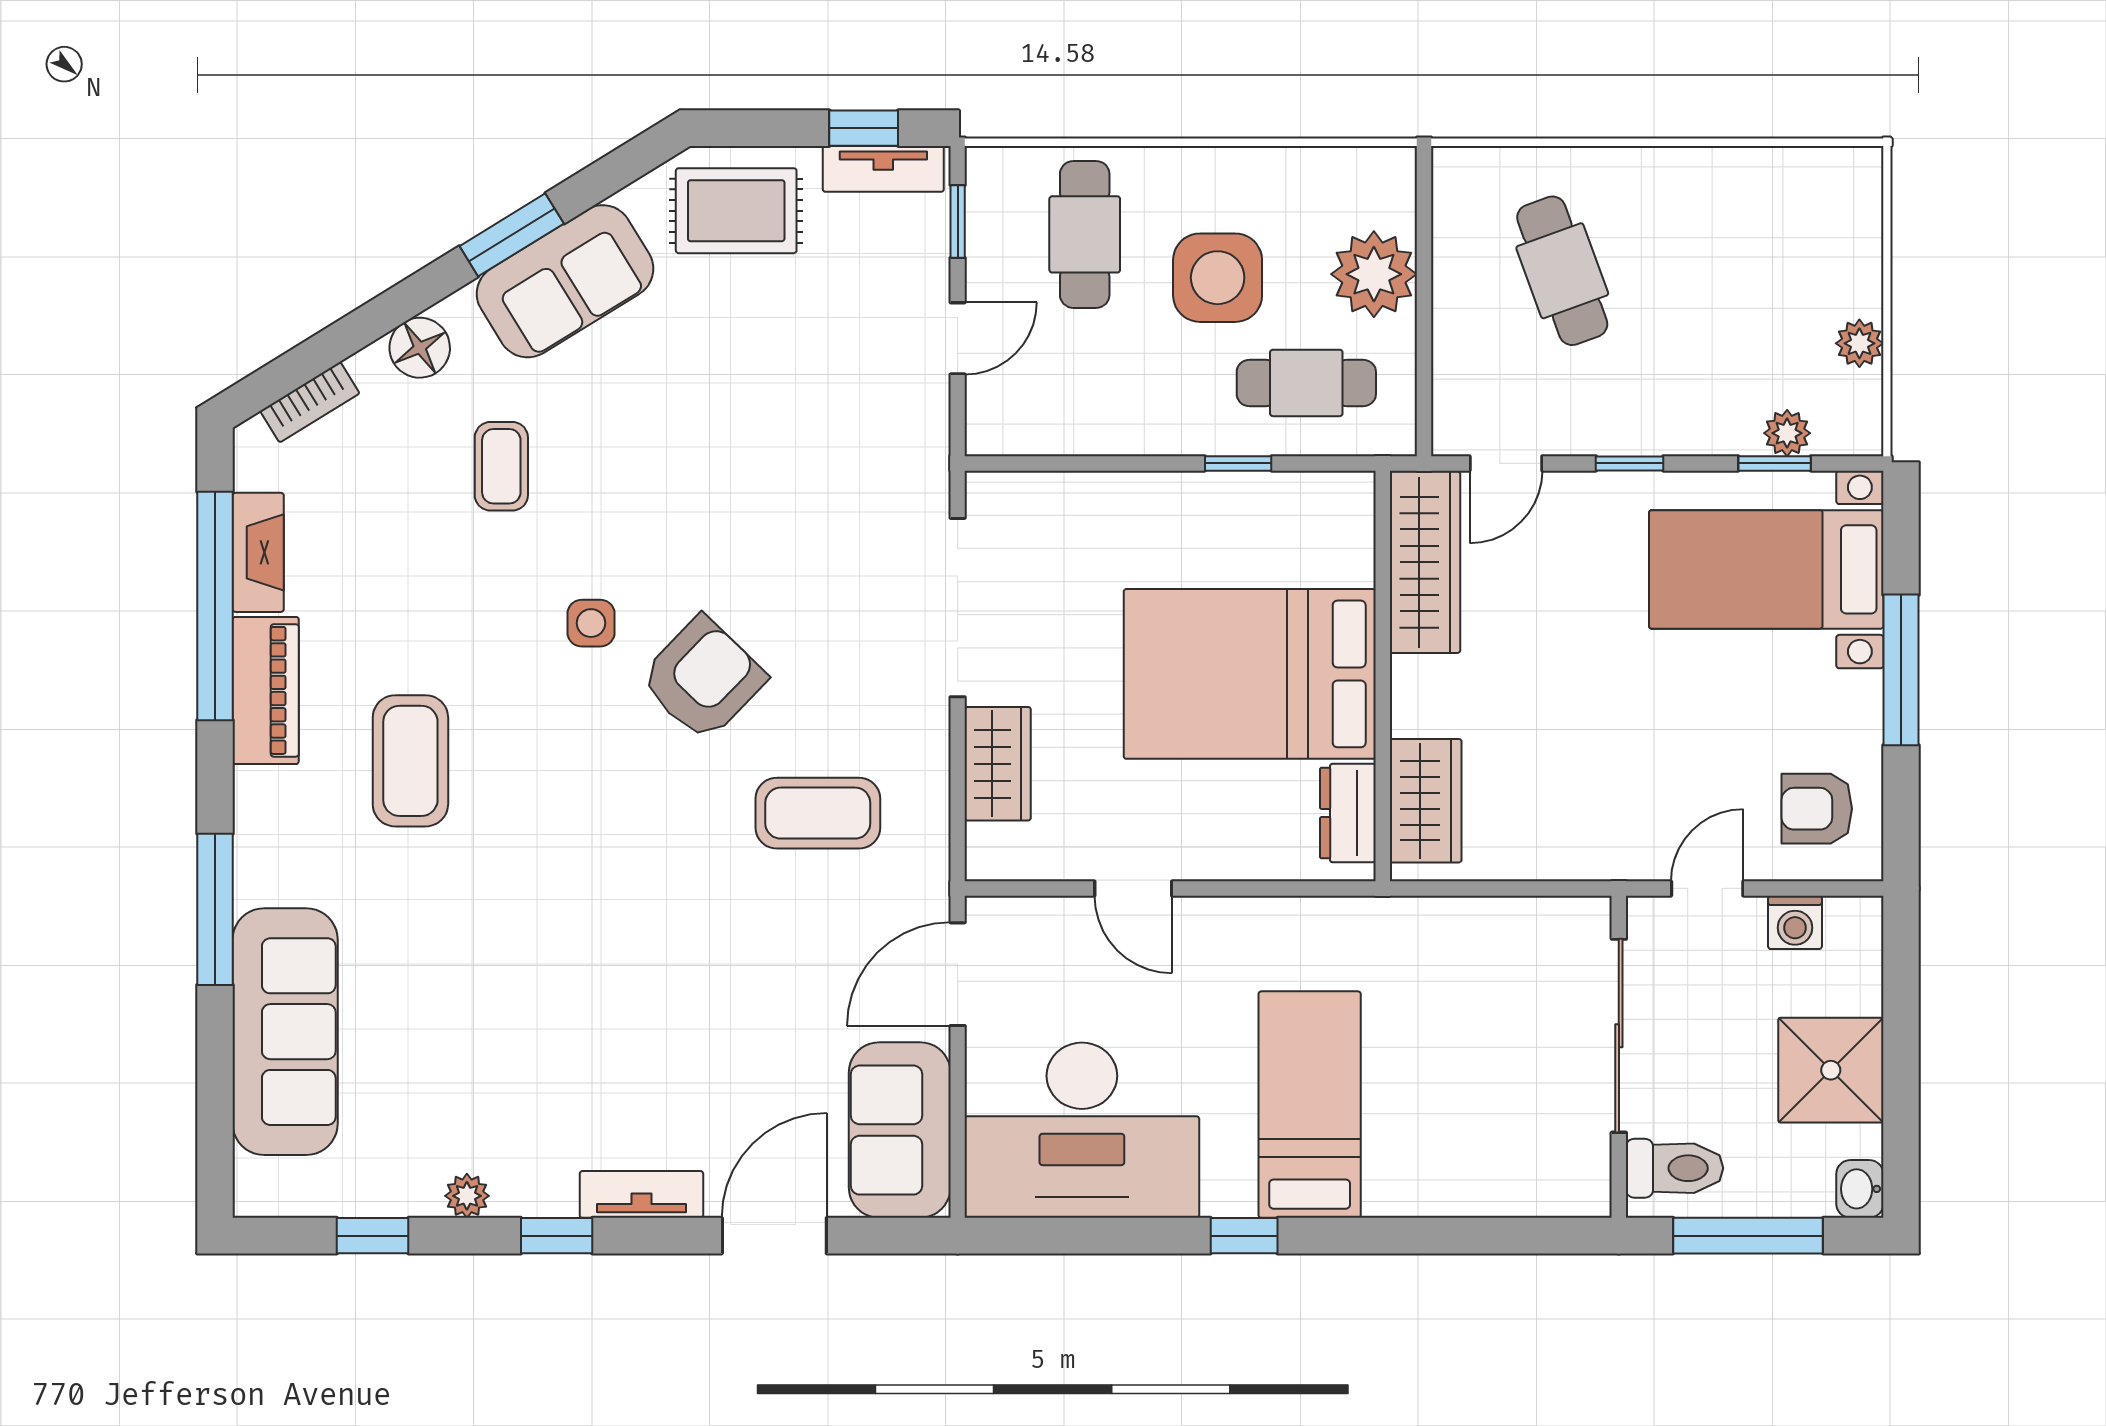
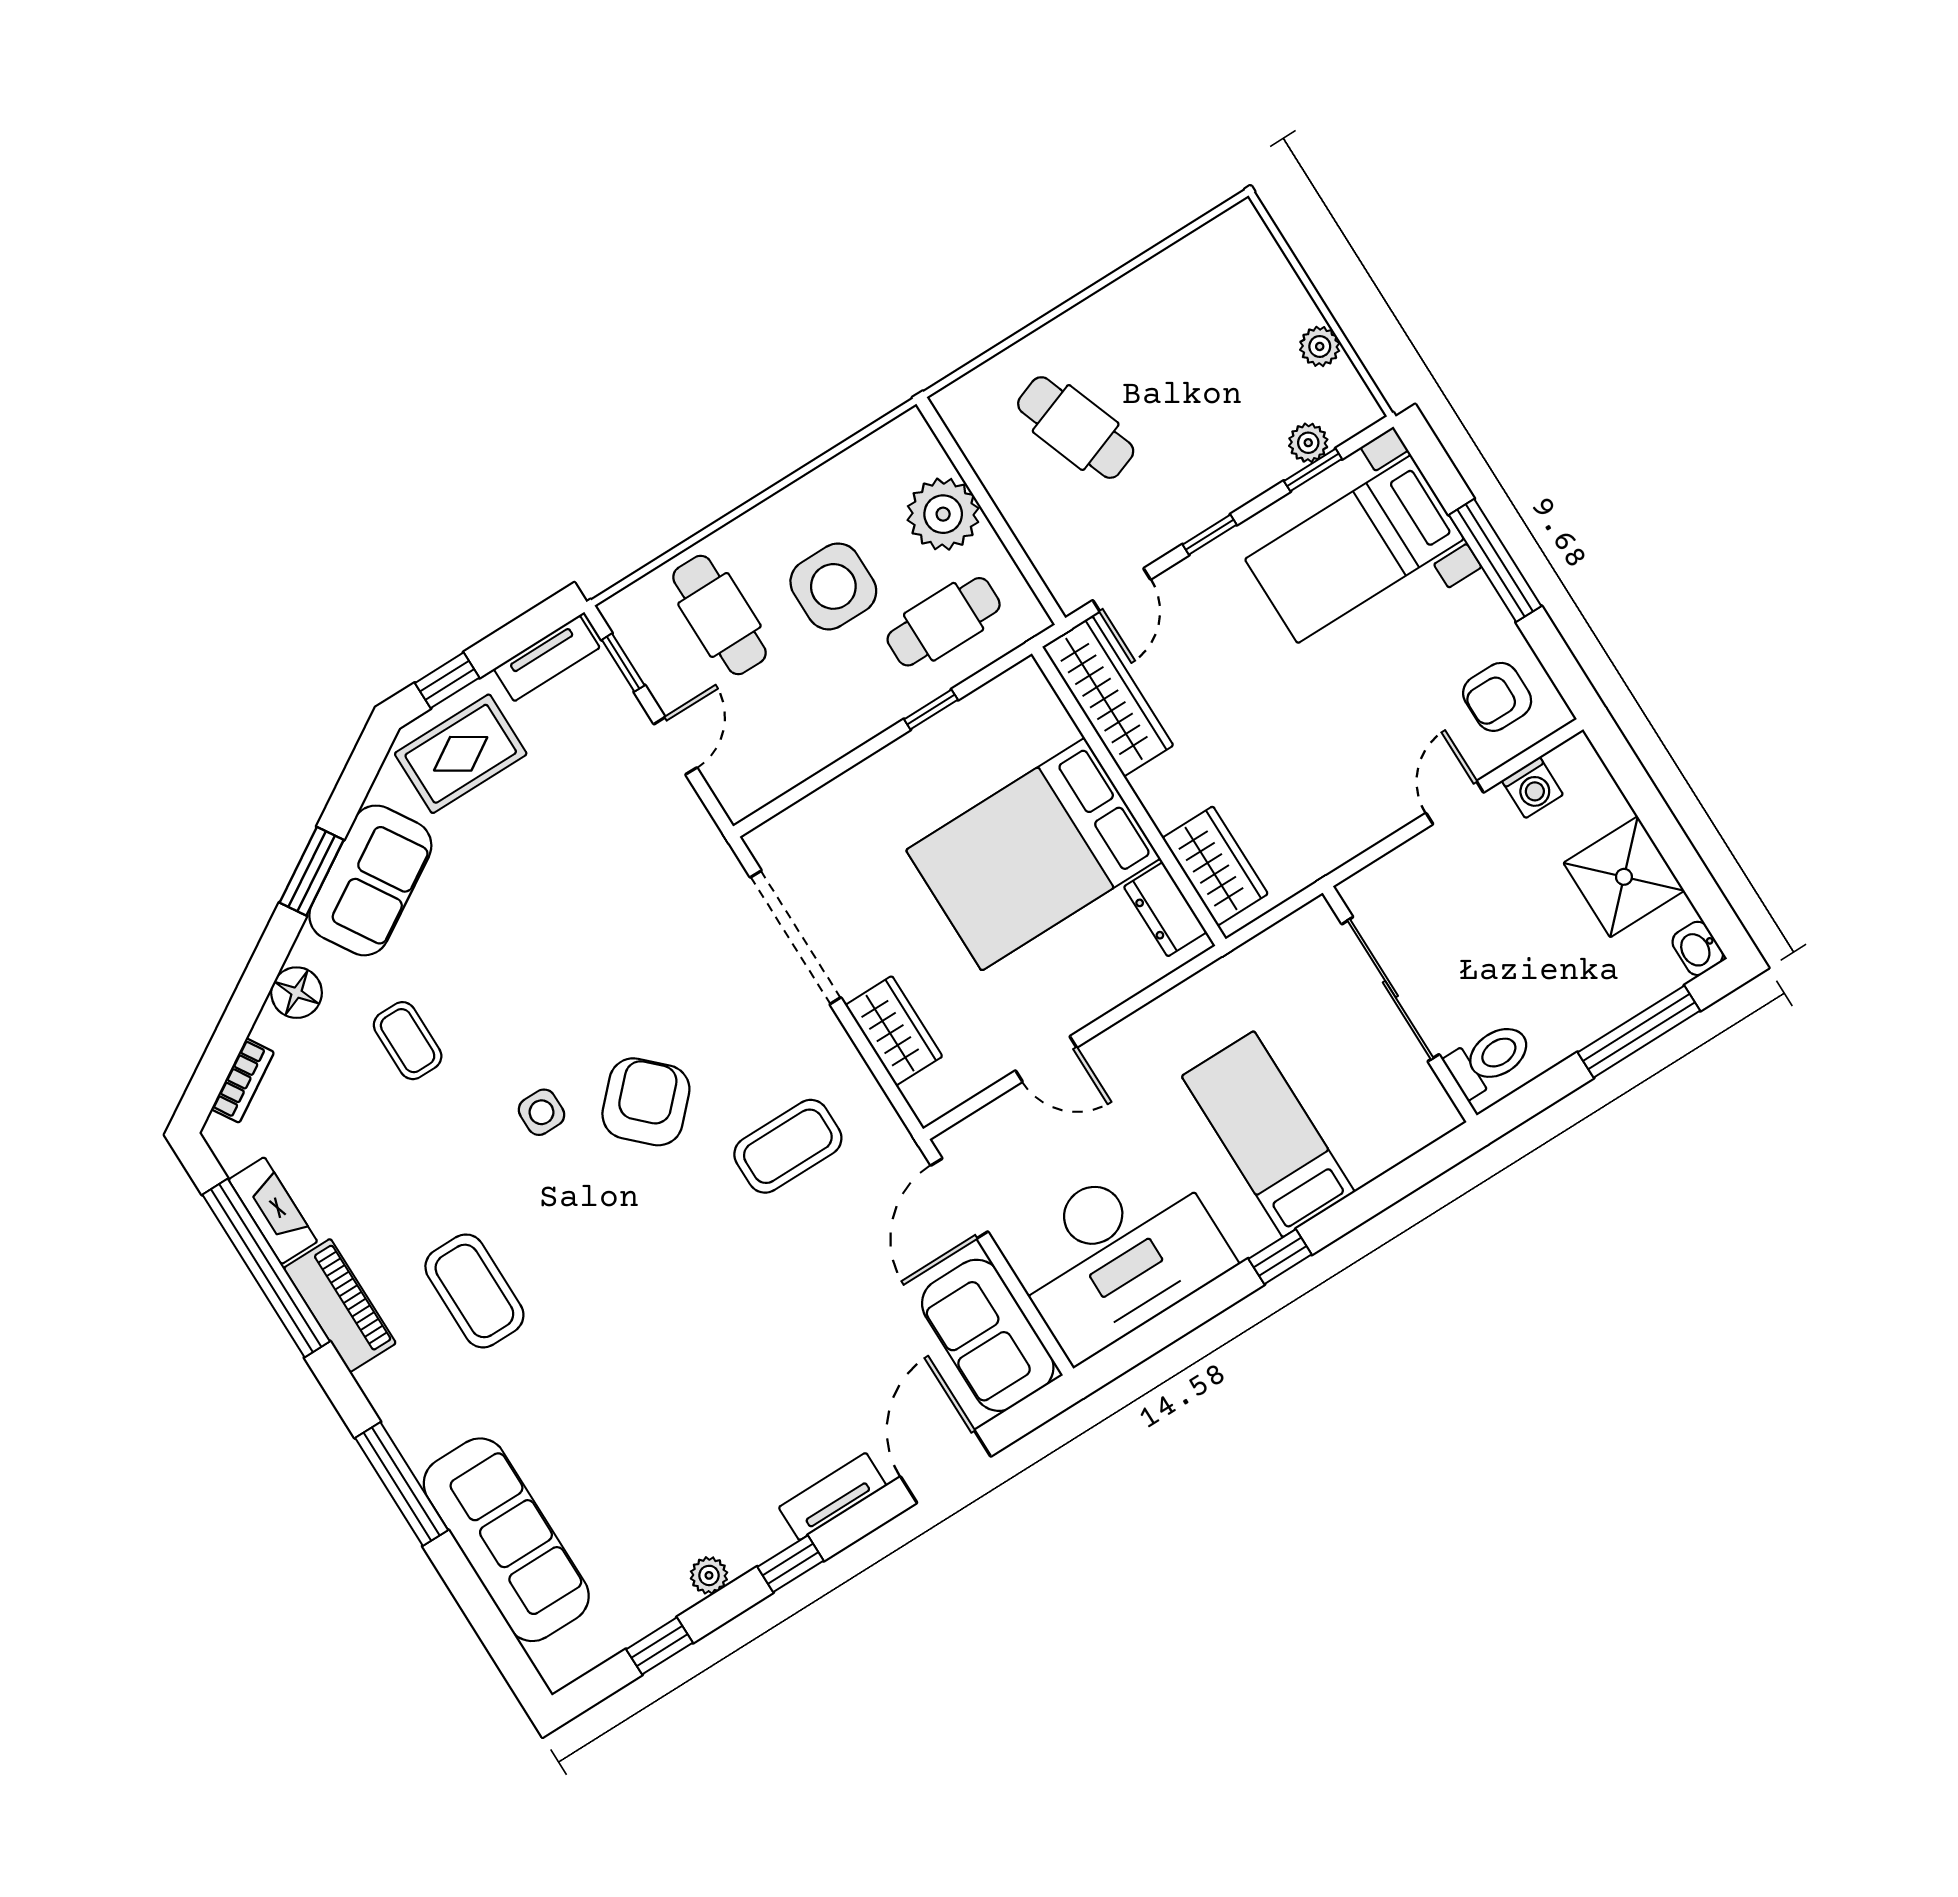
window: (864, 128) -> (447, 680), moved
sliding door: (1619, 1036) -> (1390, 989), moved
wall: (1619, 1057) -> (1400, 1004), moved
toilet: (1675, 1168) -> (1489, 1059), moved

